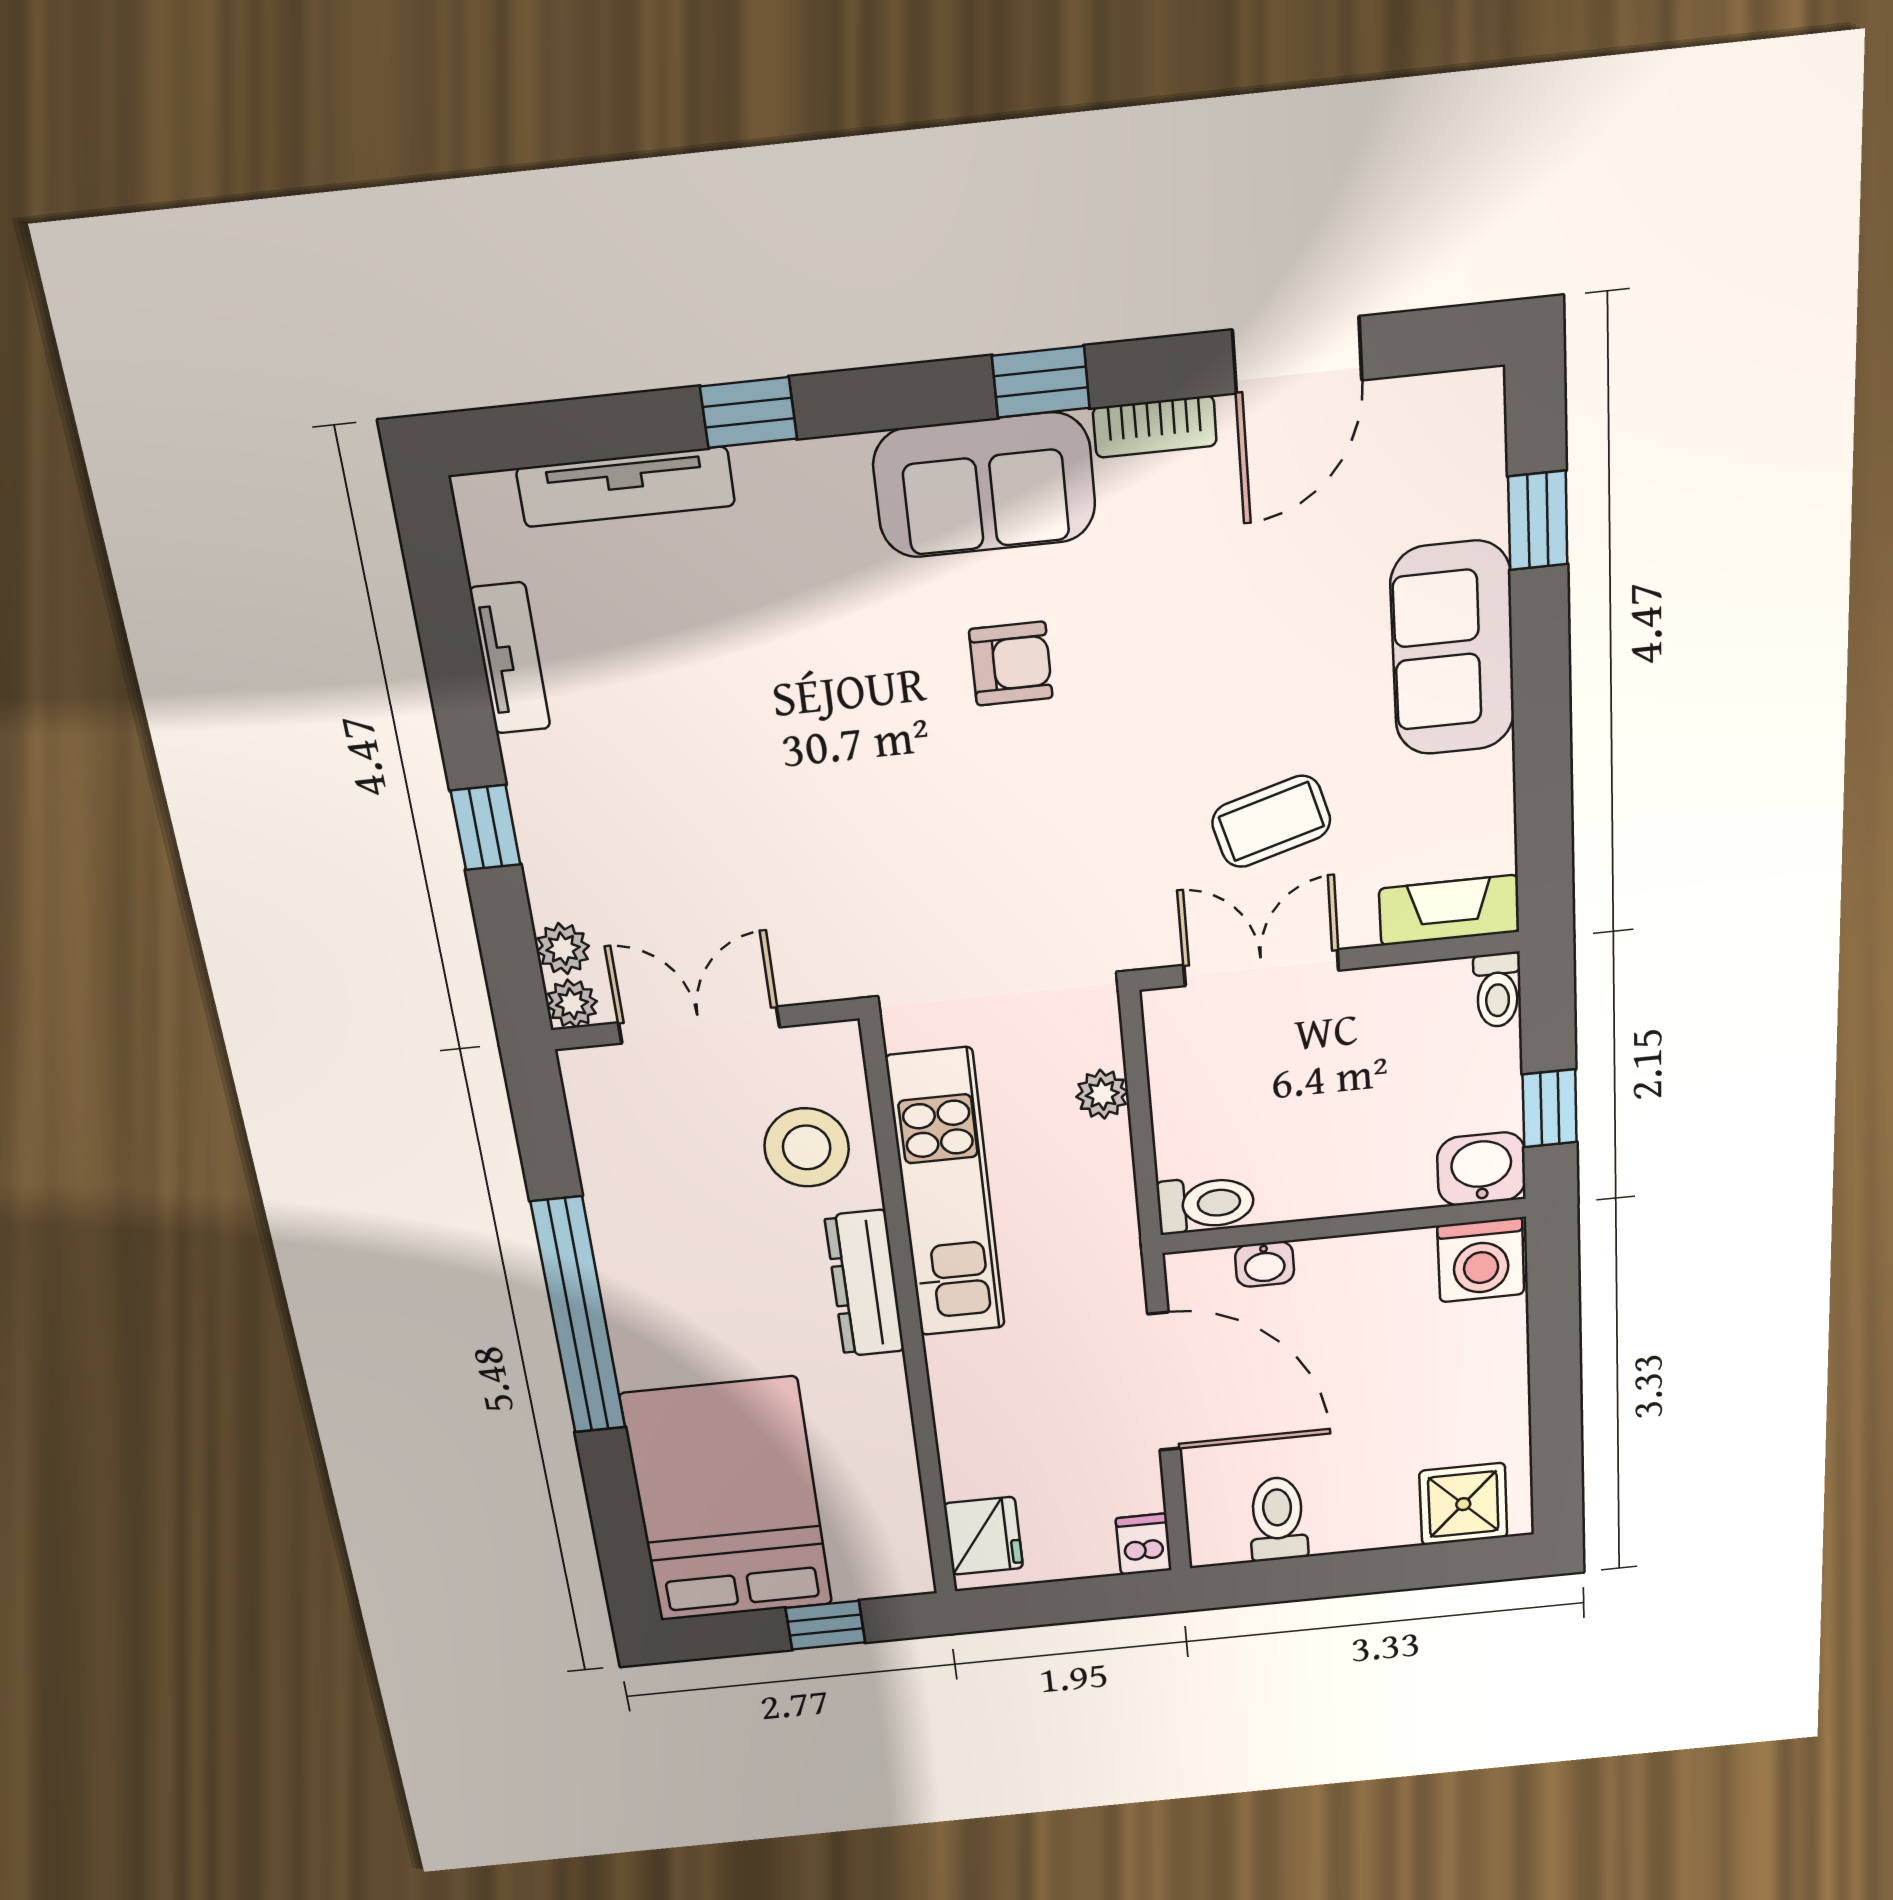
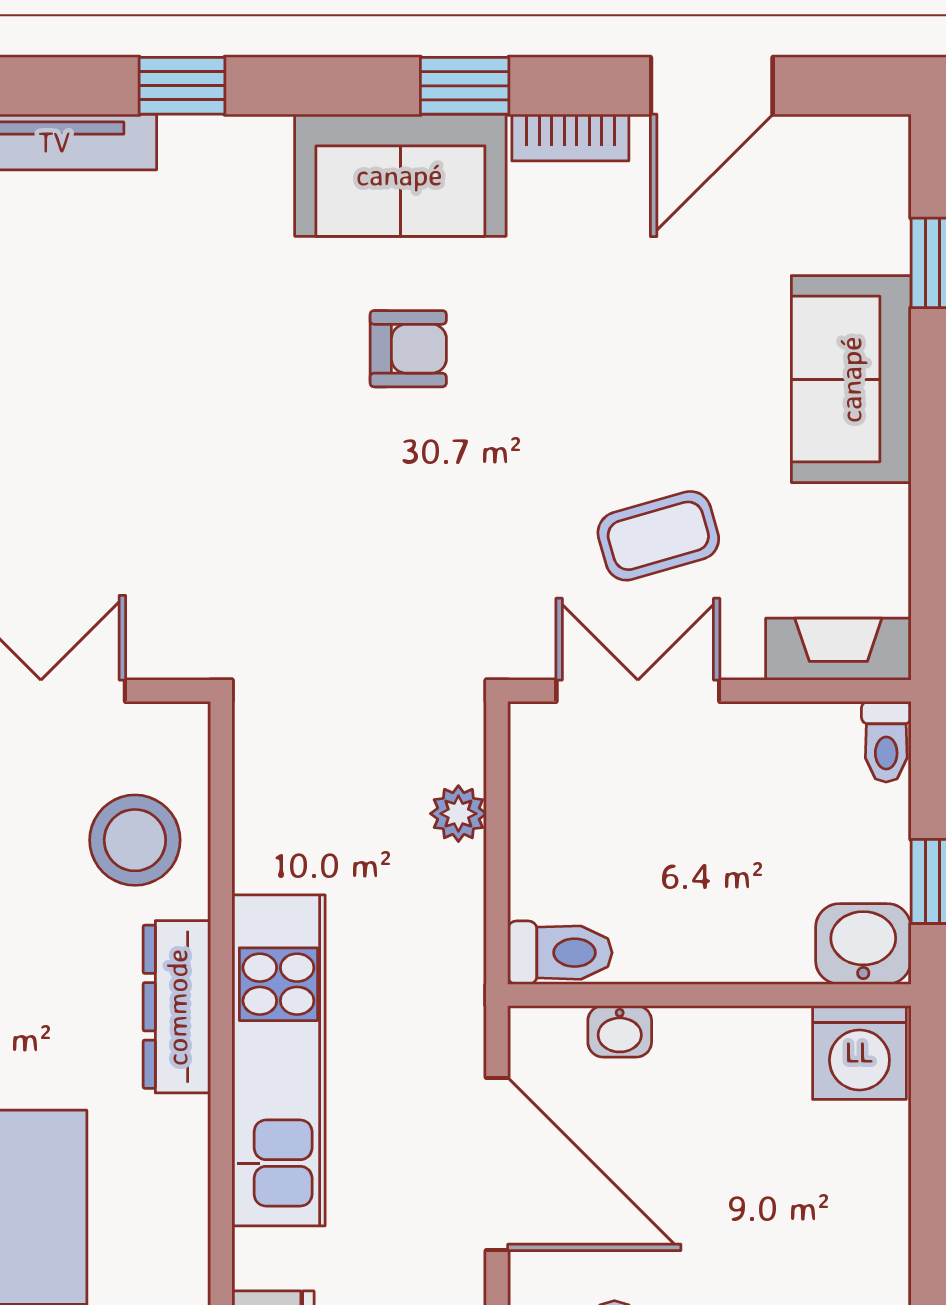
kitchen unit: (946, 1194) -> (278, 1060), moved

